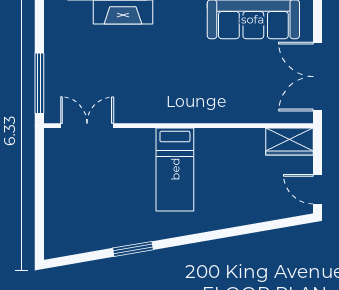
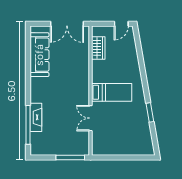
double door: (87, 126) -> (91, 118), moved
wardrobe: (290, 141) -> (98, 48), moved

